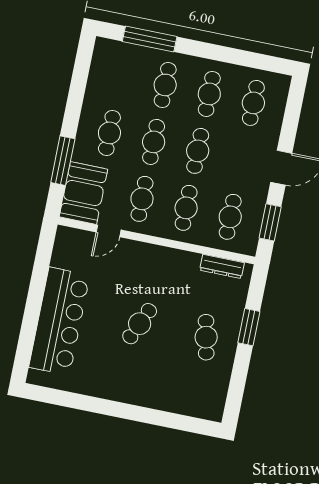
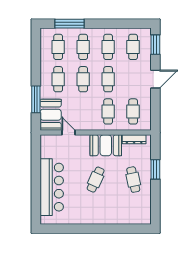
cafe table: (142, 199) -> (58, 47), moved
window: (270, 222) -> (155, 45), moved
door: (109, 231) -> (69, 133), swing flipped
booth: (170, 267) -> (106, 145), added

